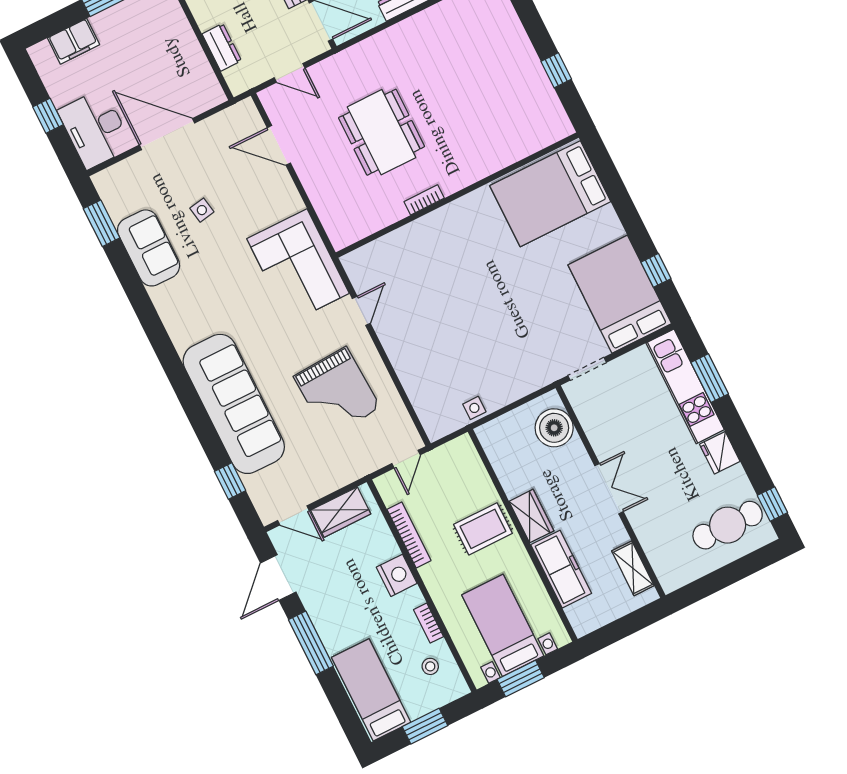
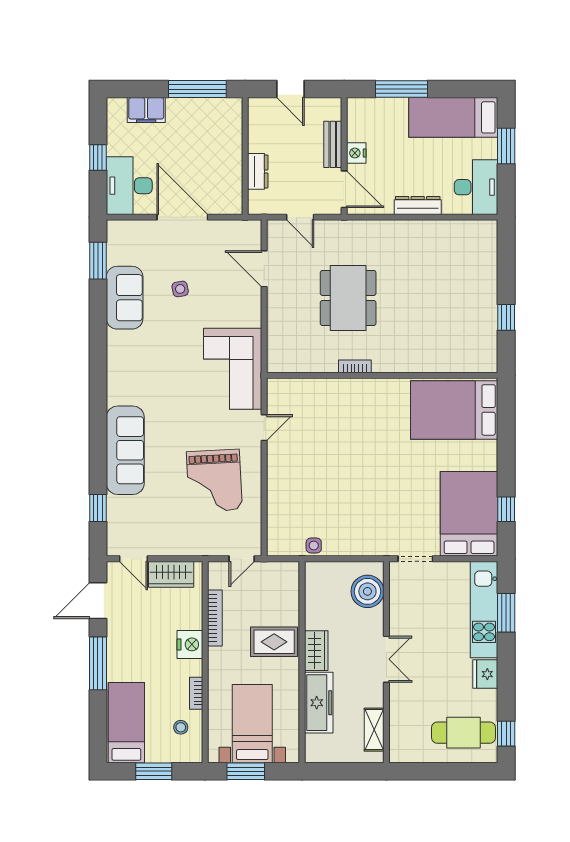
sofa: (234, 404) -> (125, 450), width x0.74, depth x0.79

